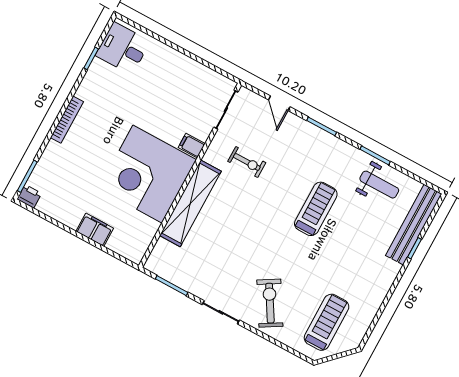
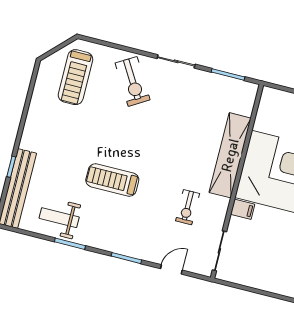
door: (279, 103) -> (171, 269), hinge flipped
exercise bike: (247, 162) -> (188, 207), turned -90
treadmill: (316, 209) -> (112, 180), turned 90

